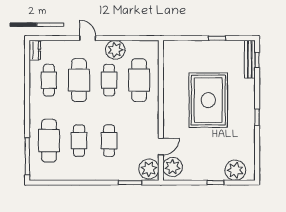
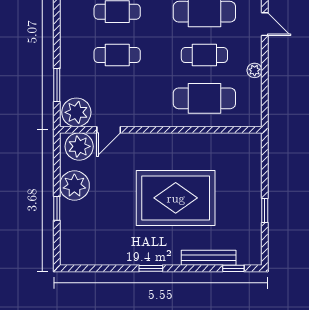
door: (88, 38) -> (265, 24), hinge flipped
plant: (115, 50) -> (255, 70), width x0.53, depth x0.53
bench: (250, 59) -> (209, 258), moved
door: (161, 147) -> (109, 130), hinge flipped
plant: (235, 170) -> (74, 185), moved

